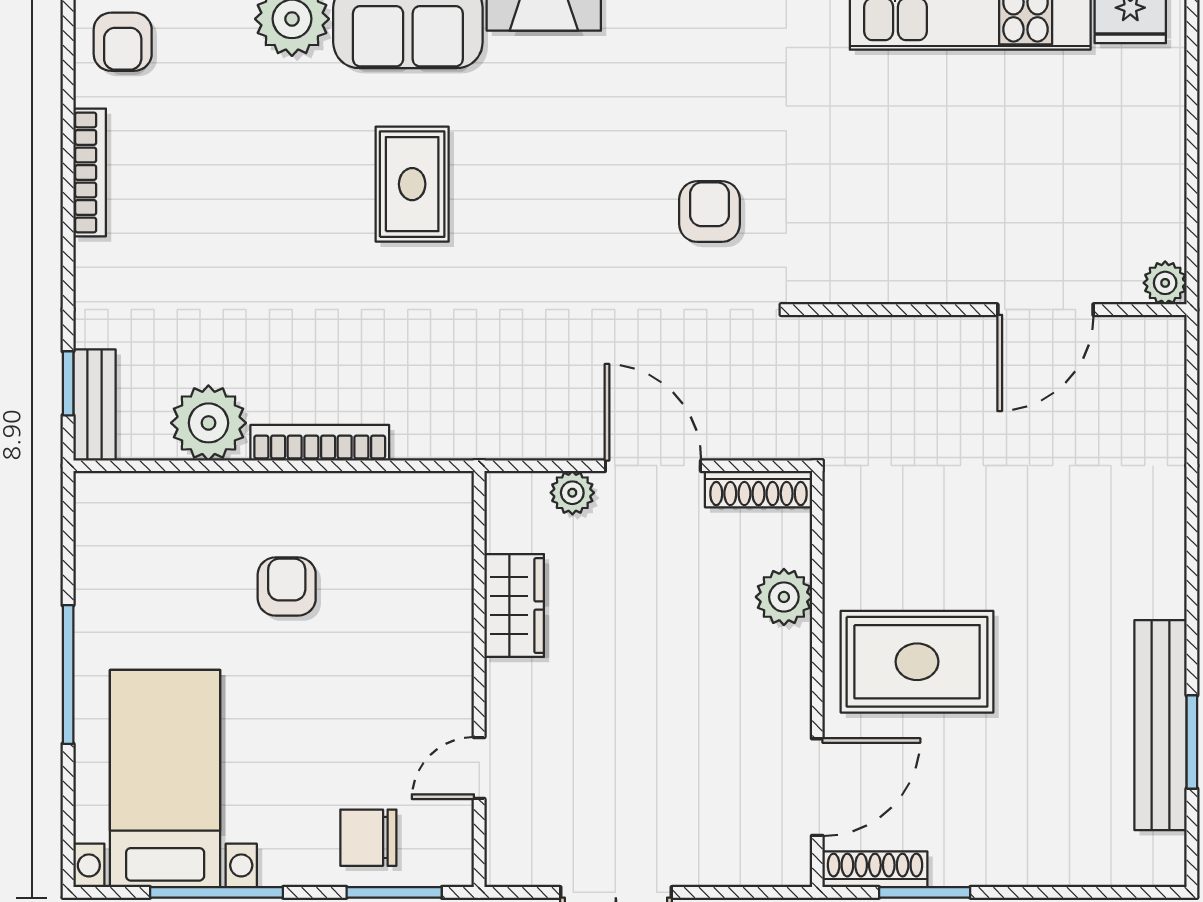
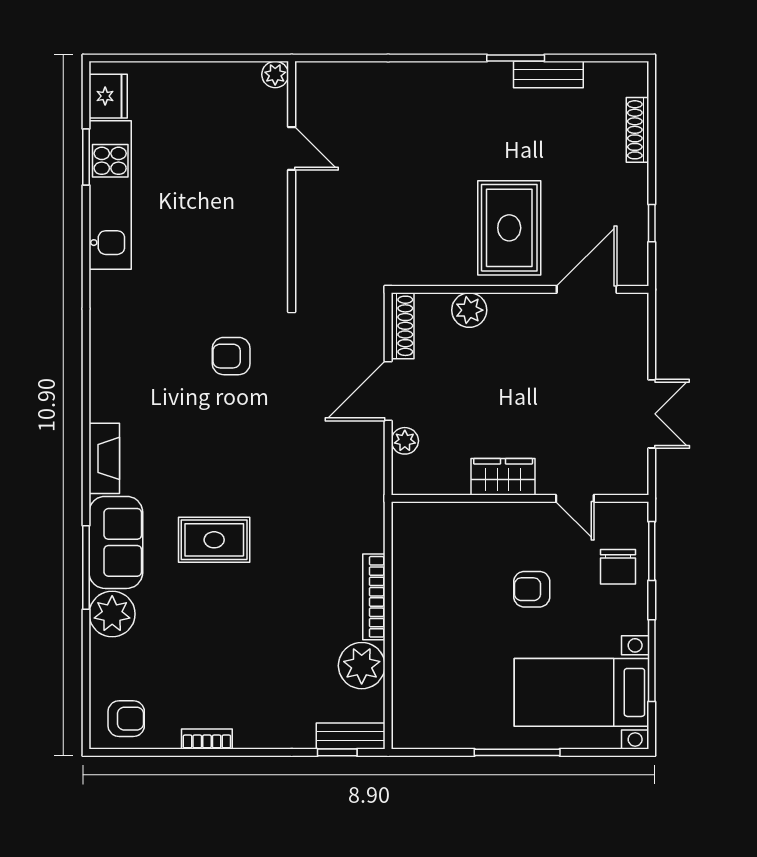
bookcase: (90, 172) -> (207, 739), width x0.64
door: (1045, 310) -> (292, 148), width x0.73
armchair: (287, 586) -> (532, 589), moved
wardrobe: (514, 606) -> (503, 477), moved
bench: (1161, 725) -> (548, 75), width x0.54, depth x0.82
window: (1192, 742) -> (516, 58), moved
door: (817, 787) -> (587, 289), hinge flipped
shoe rack: (875, 869) -> (637, 130), moved
window: (925, 892) -> (652, 223), width x0.67

